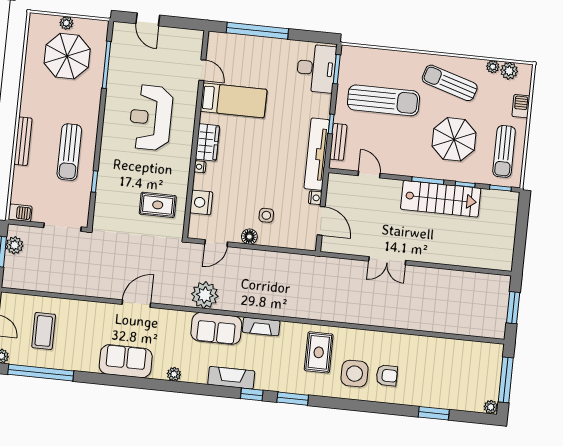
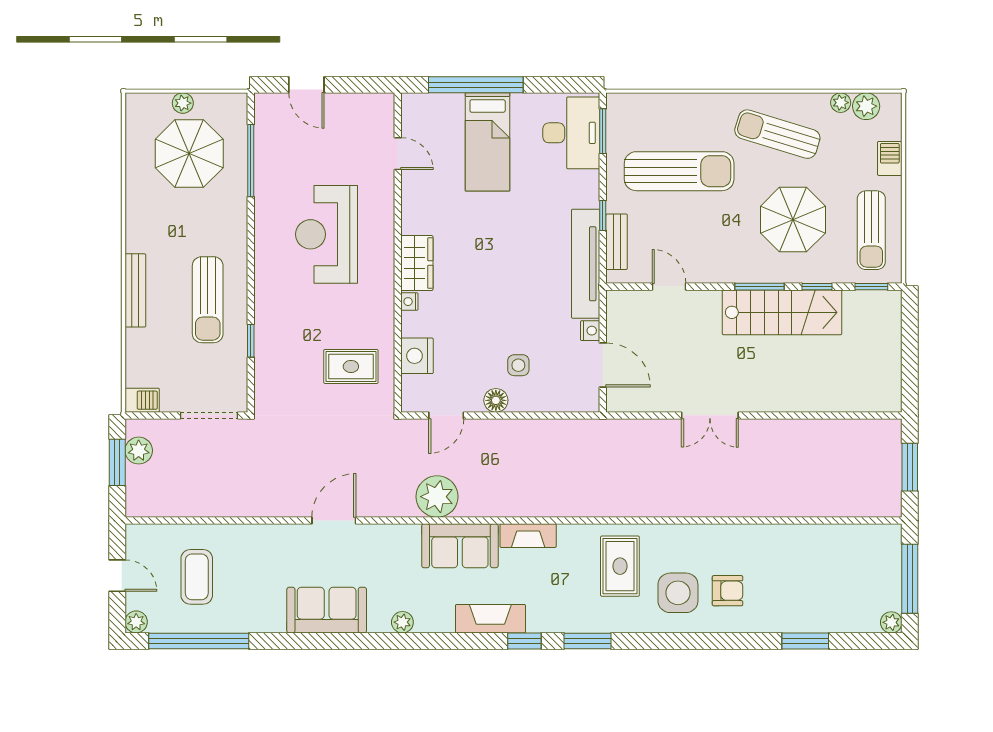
bed: (234, 100) -> (488, 142), moved, turned 90

